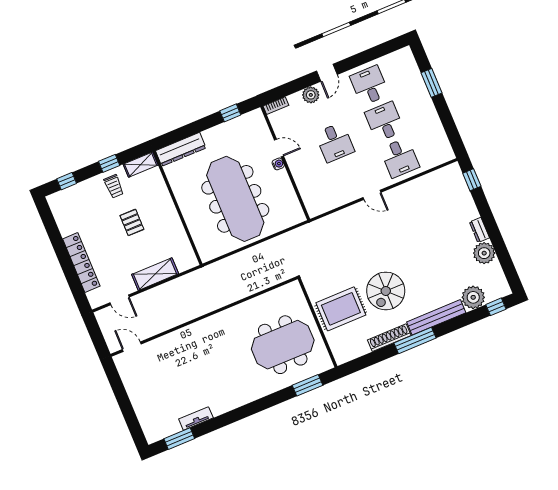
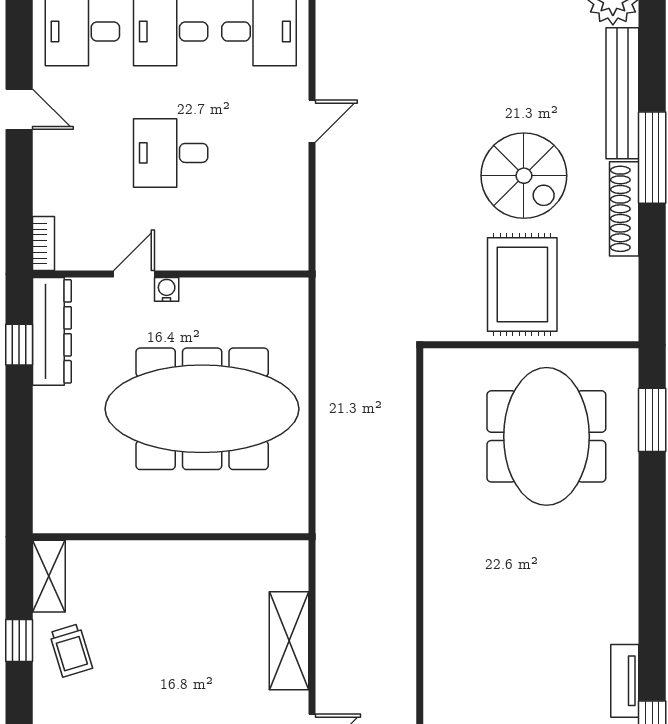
plant: (311, 95) -> (51, 162), removed
desk: (335, 142) -> (171, 153), turned 180
dresser: (181, 149) -> (52, 331), moved
trolley: (114, 186) -> (71, 650), turned 73
pallet: (132, 222) -> (162, 644), removed

